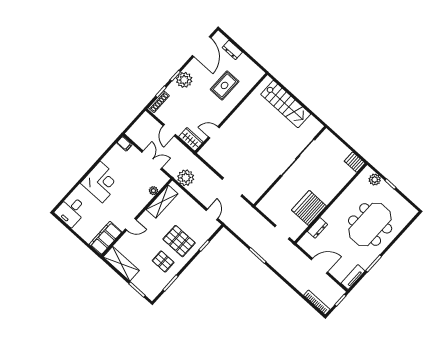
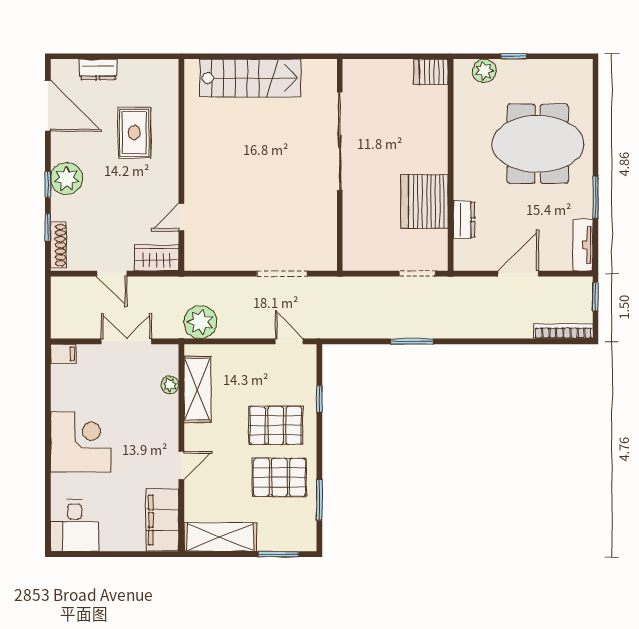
meeting table: (370, 224) -> (538, 144), turned 90
pallet: (163, 261) -> (279, 477), width x1.50, depth x1.42

